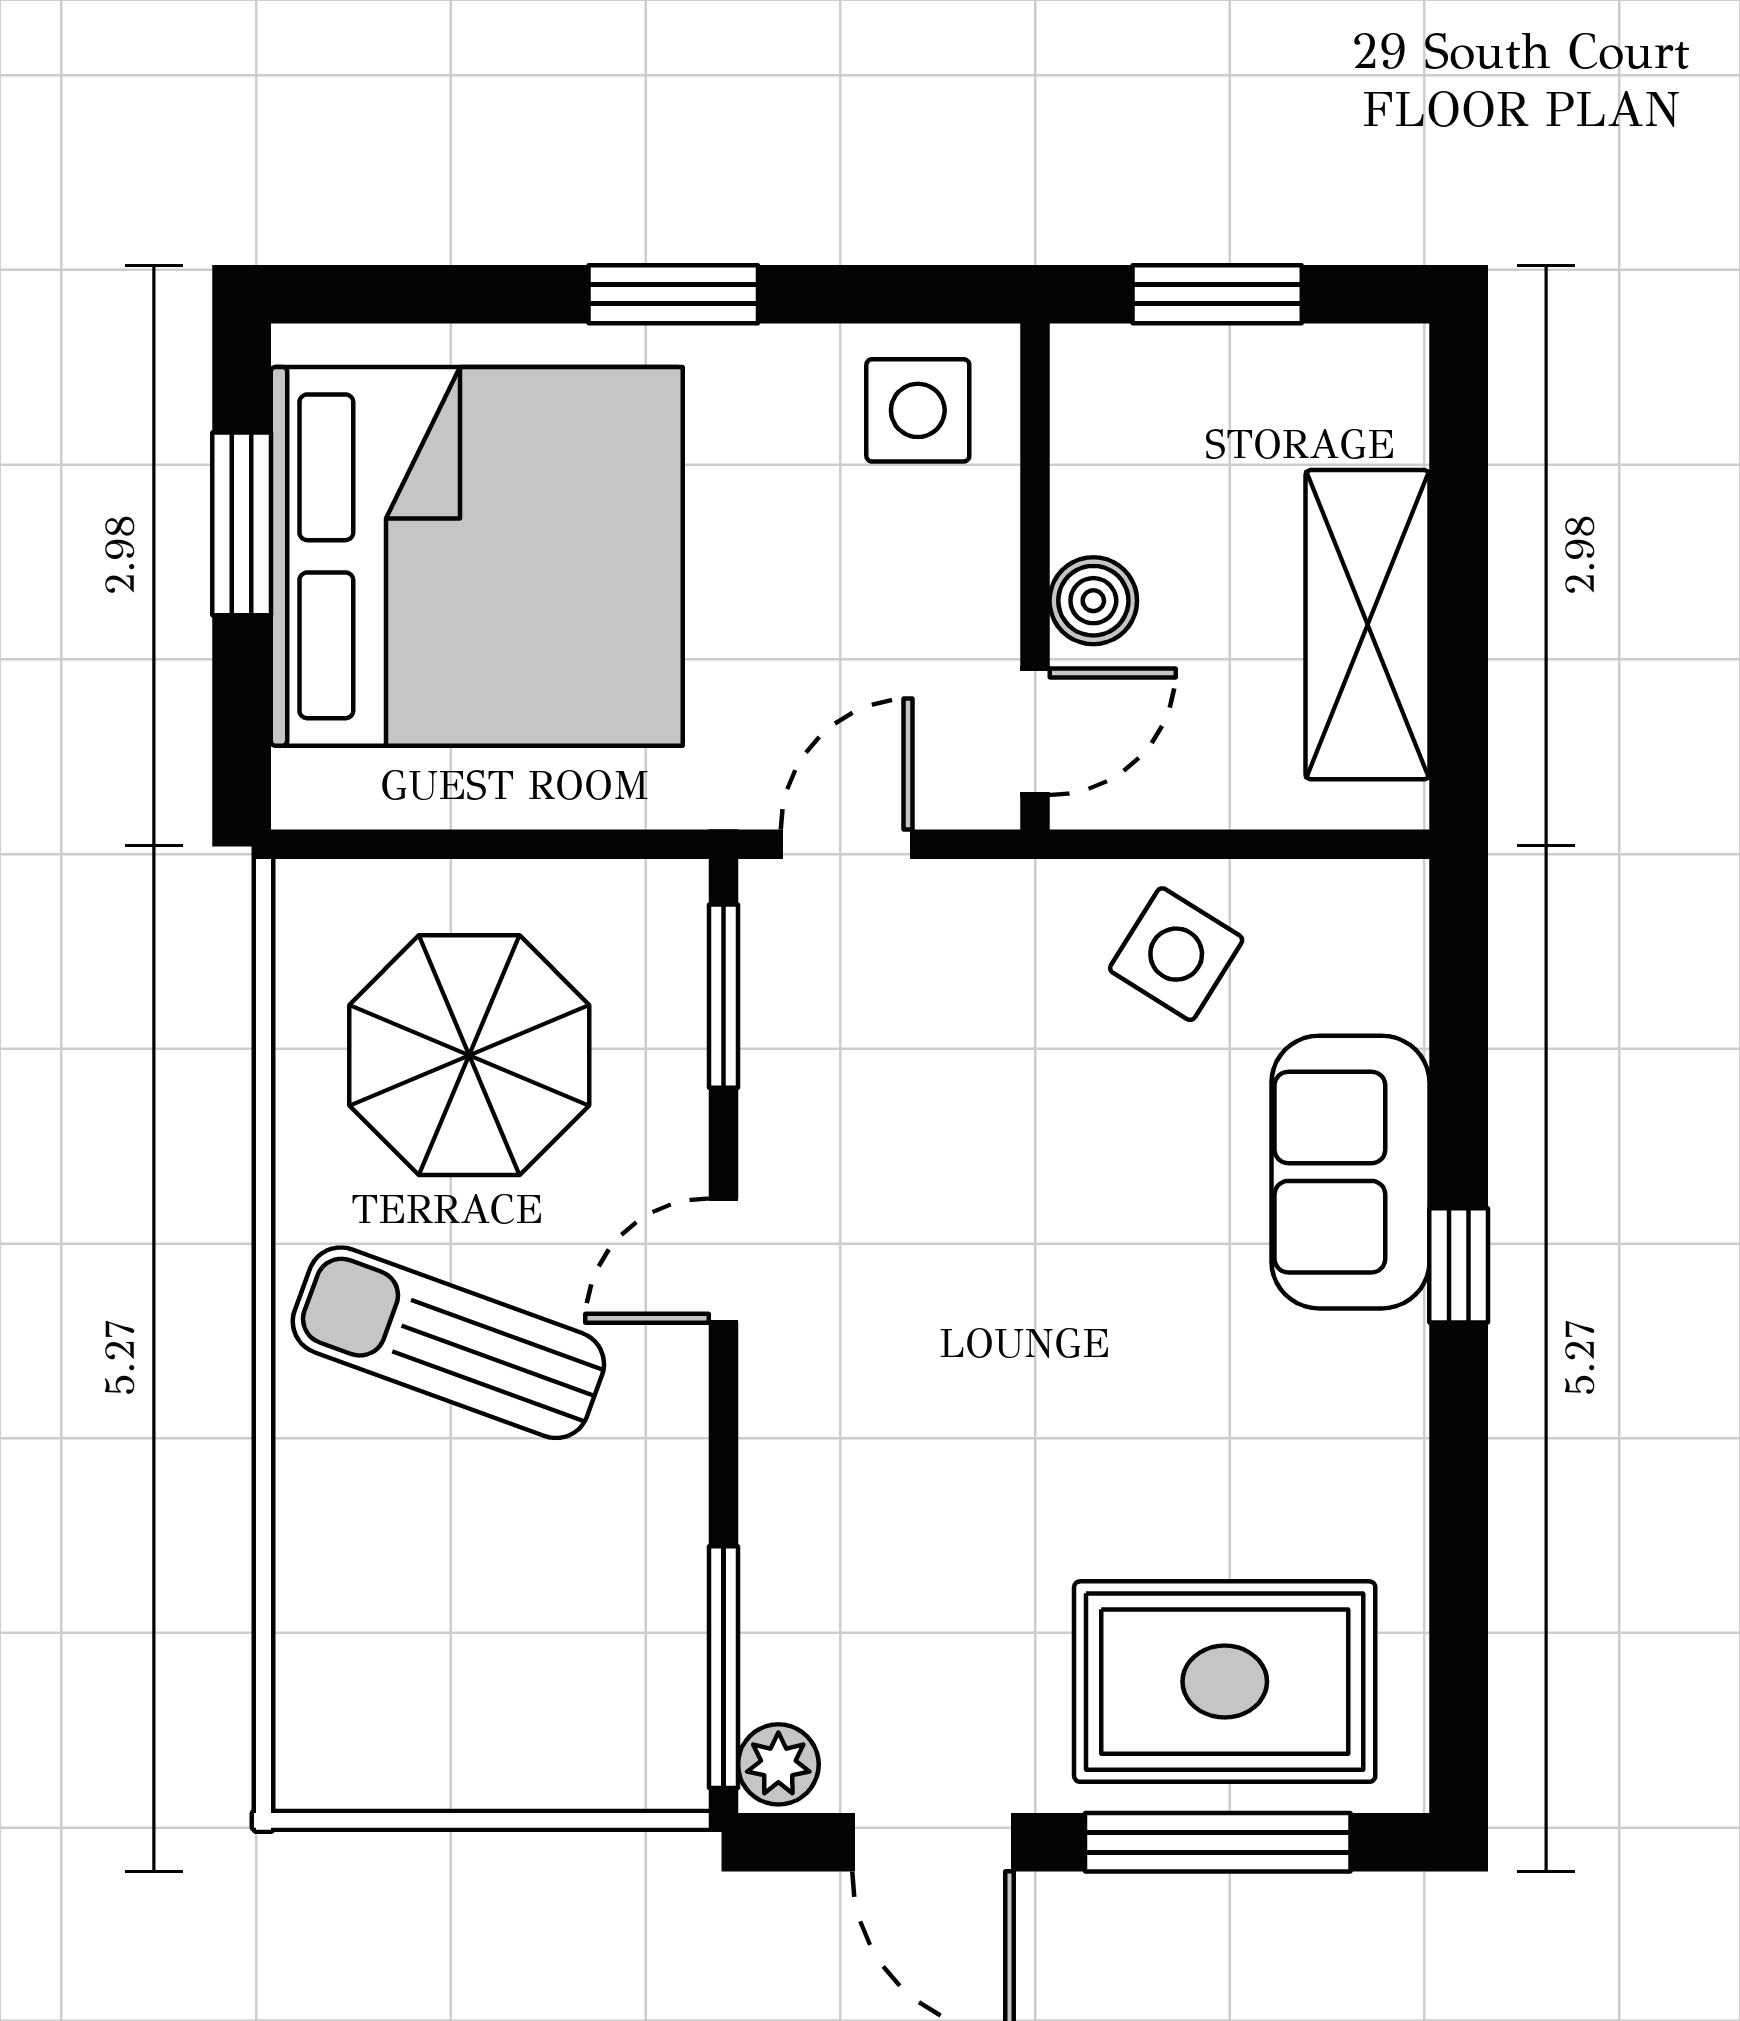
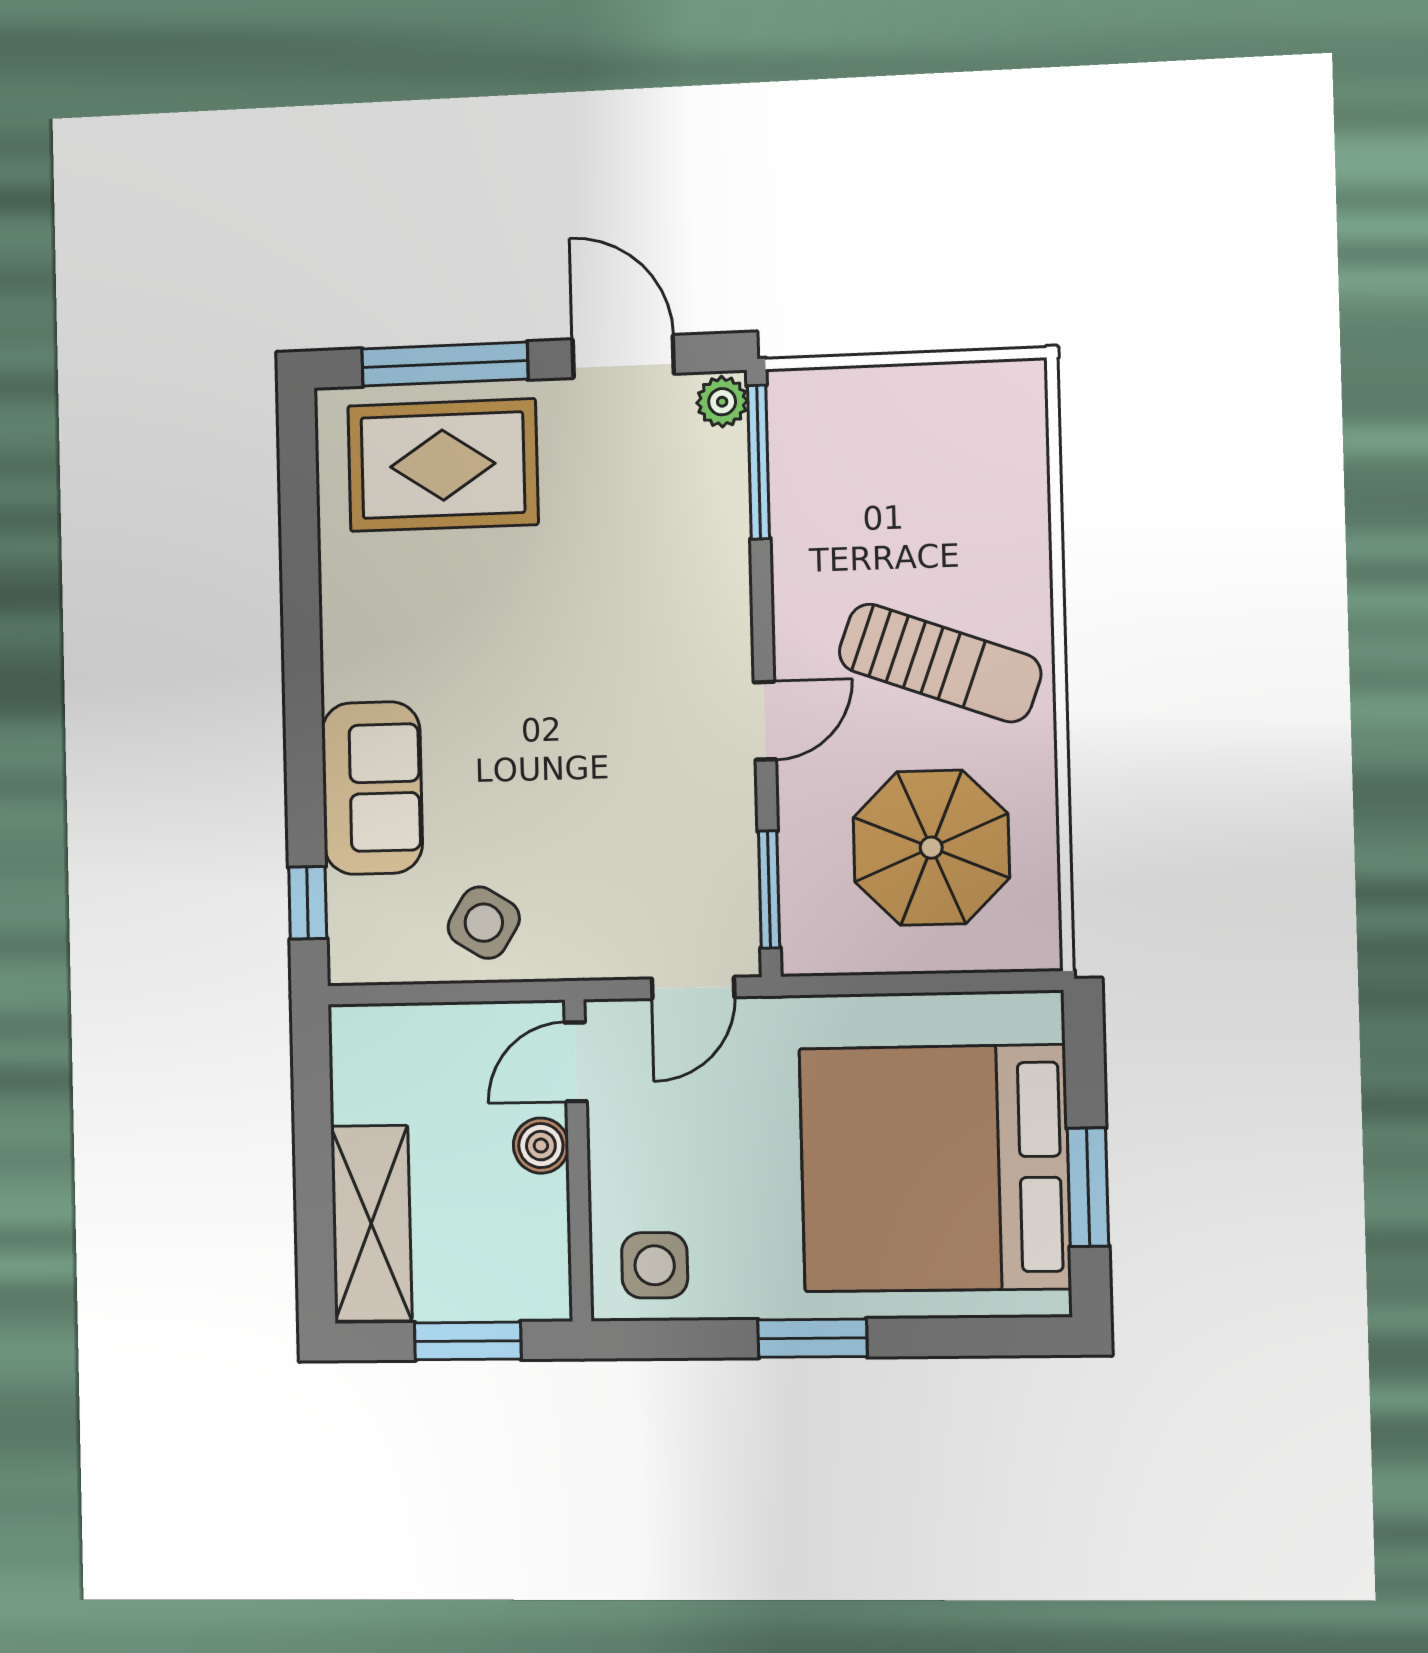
shelving: (1367, 625) -> (371, 1223), moved
window: (1459, 1265) -> (308, 903), moved

